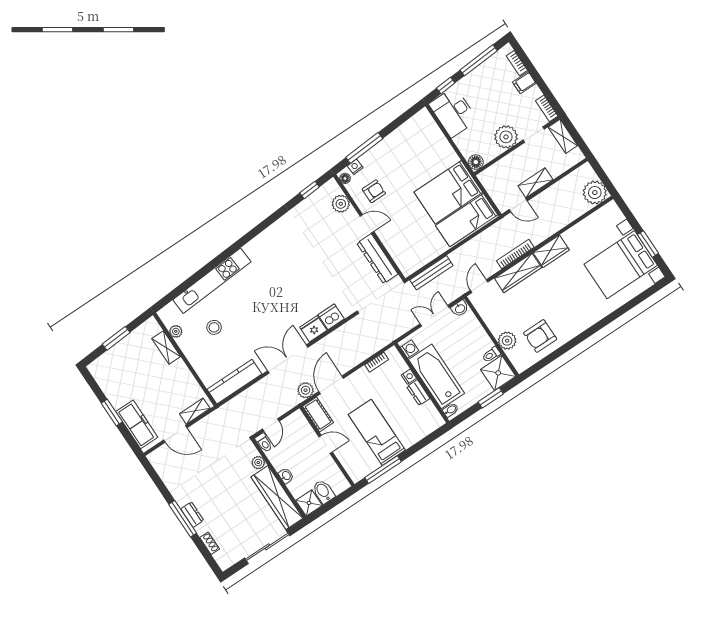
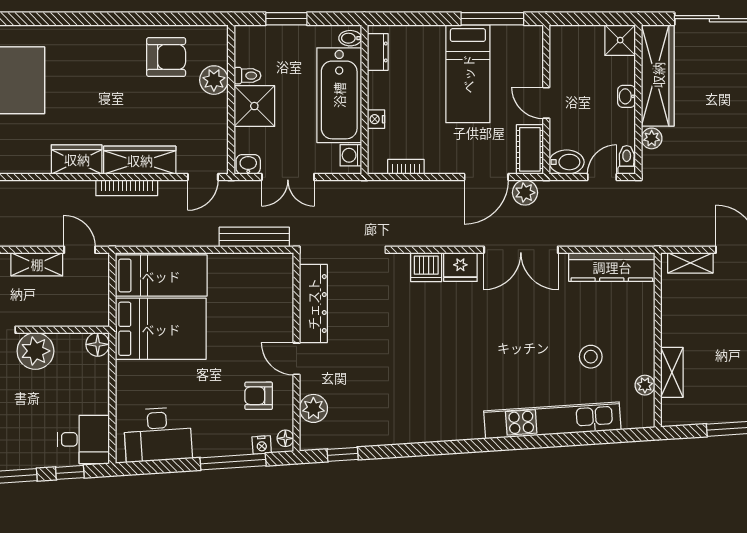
desk: (453, 112) -> (83, 439), width x0.73
desk: (413, 136) -> (158, 434), added
shower: (498, 373) -> (254, 106), moved
dresser: (418, 393) -> (378, 52), moved
bidet: (323, 492) -> (567, 162), moved, turned -90

